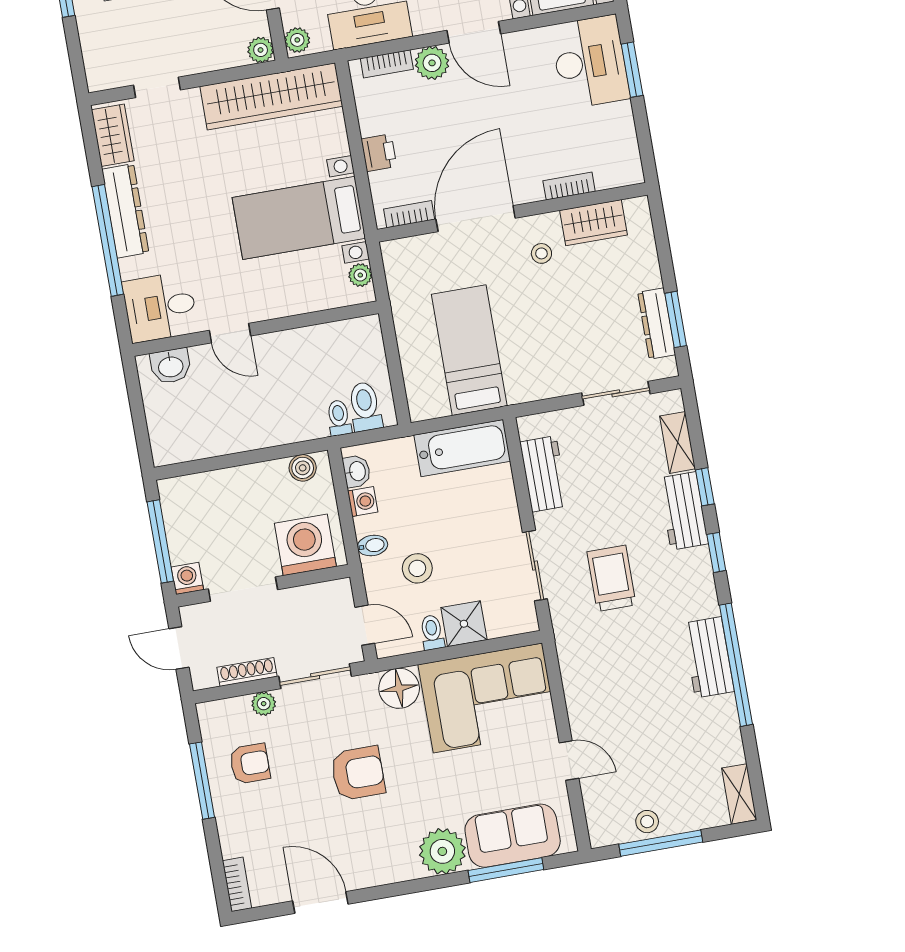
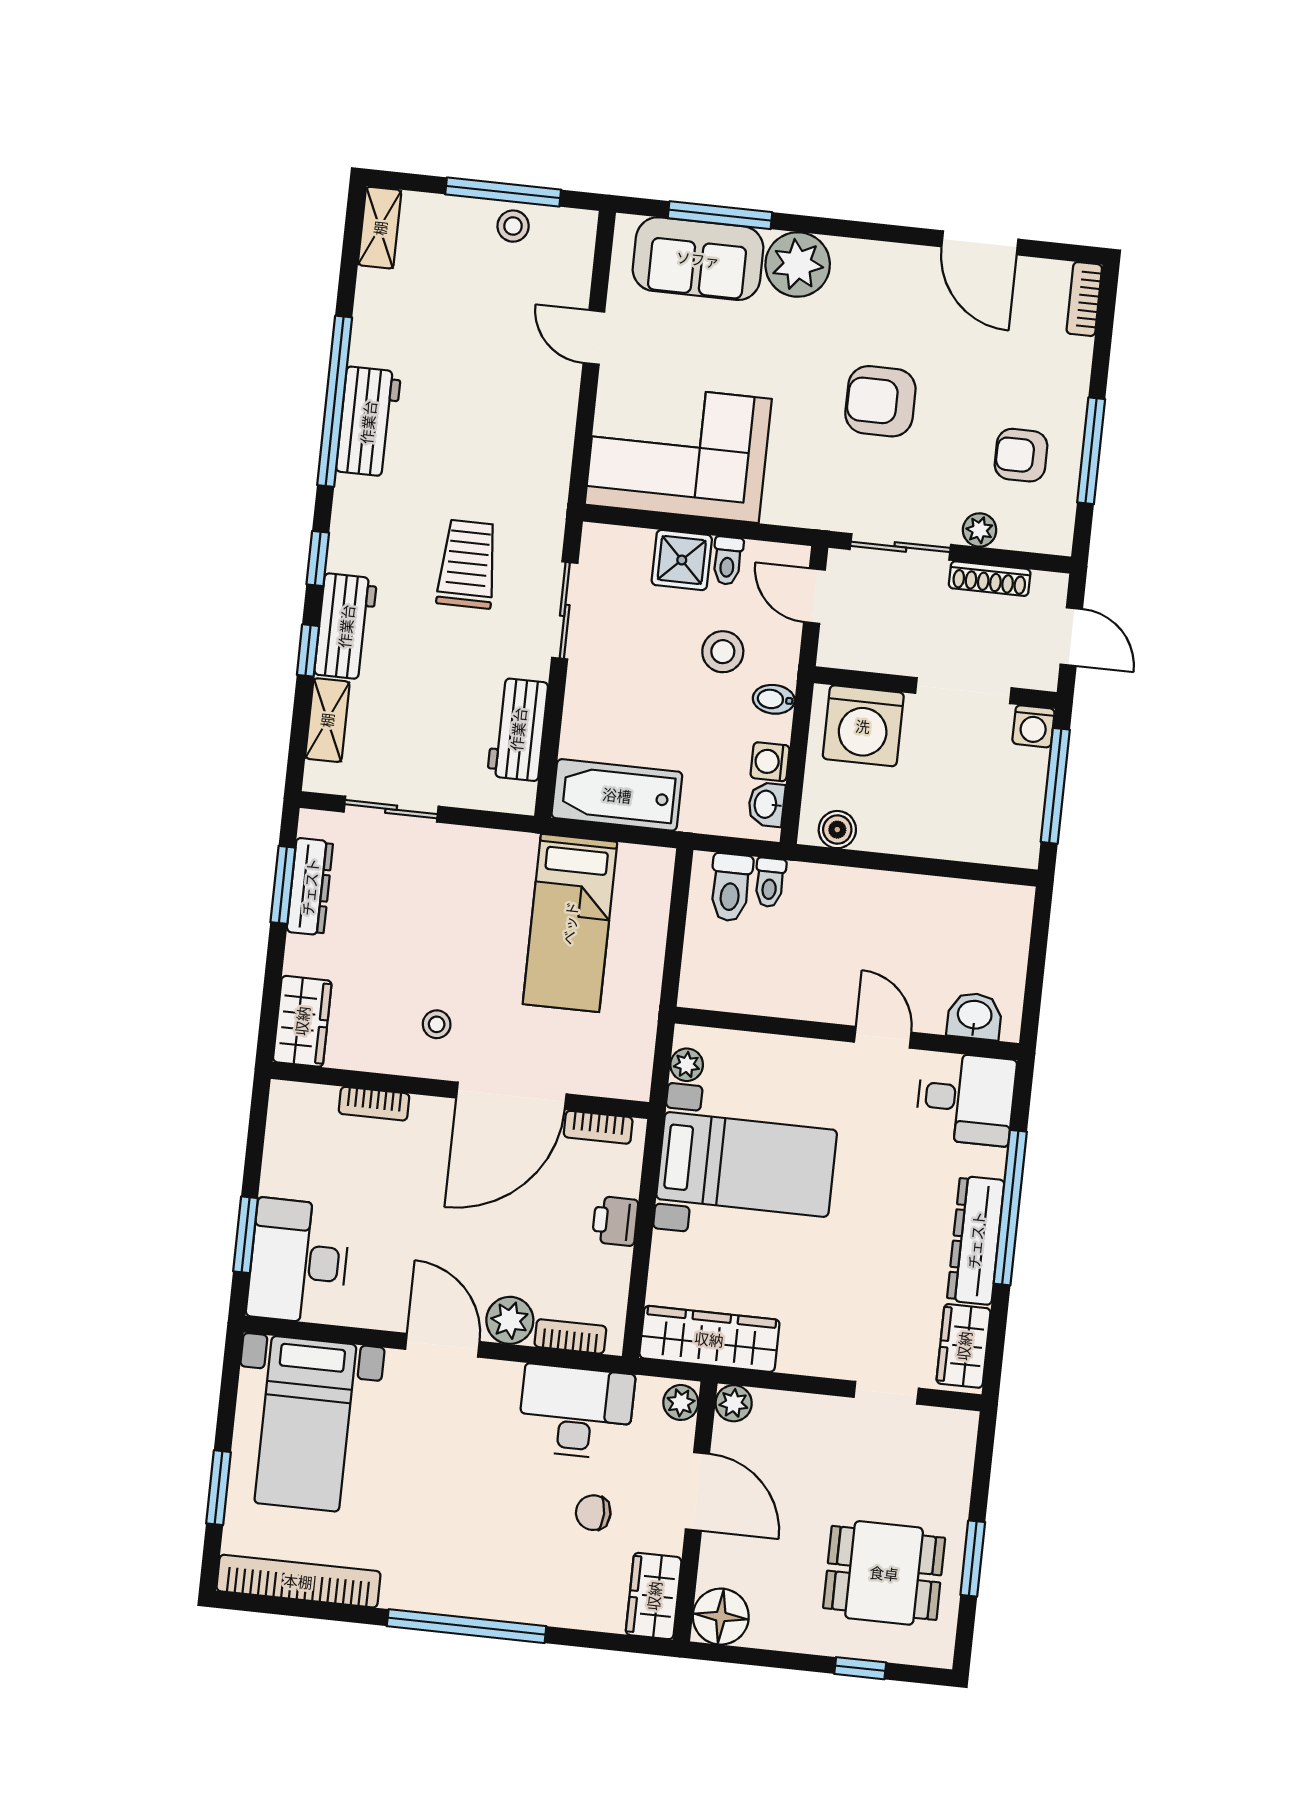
wardrobe: (271, 96) -> (709, 1339), width x0.71, depth x0.85
wardrobe: (594, 223) -> (302, 1021), moved, turned 90
trolley: (611, 578) -> (468, 564), turned 180
floor lamp: (399, 688) -> (793, 499), removed

